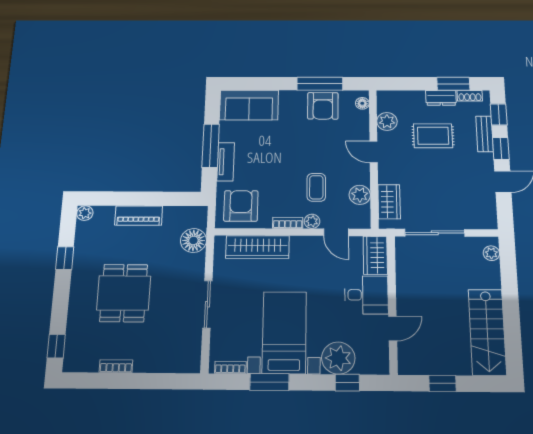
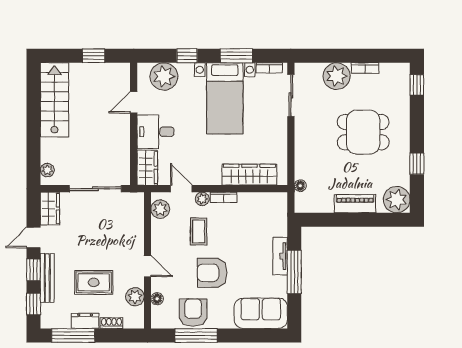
window: (453, 84) -> (73, 335), width x1.44
shoe rack: (470, 96) -> (111, 323), moved
floor lamp: (362, 103) -> (157, 299), moved
bench: (485, 134) -> (47, 278), width x1.36
plant: (360, 195) -> (160, 209), moved
wardrobe: (389, 202) -> (50, 209), moved, turned 180
armchair: (241, 206) -> (212, 273), moved, turned 90
plant: (85, 213) -> (397, 200), width x1.87, depth x1.87
floor lamp: (193, 240) -> (300, 186), width x0.53, depth x0.53
dining table: (124, 293) -> (363, 132), turned 90
sliding door: (207, 304) -> (291, 96), moved
plant: (151, 357) -> (337, 76), added
plant: (338, 358) -> (164, 76), moved
window: (347, 383) -> (187, 56), moved

